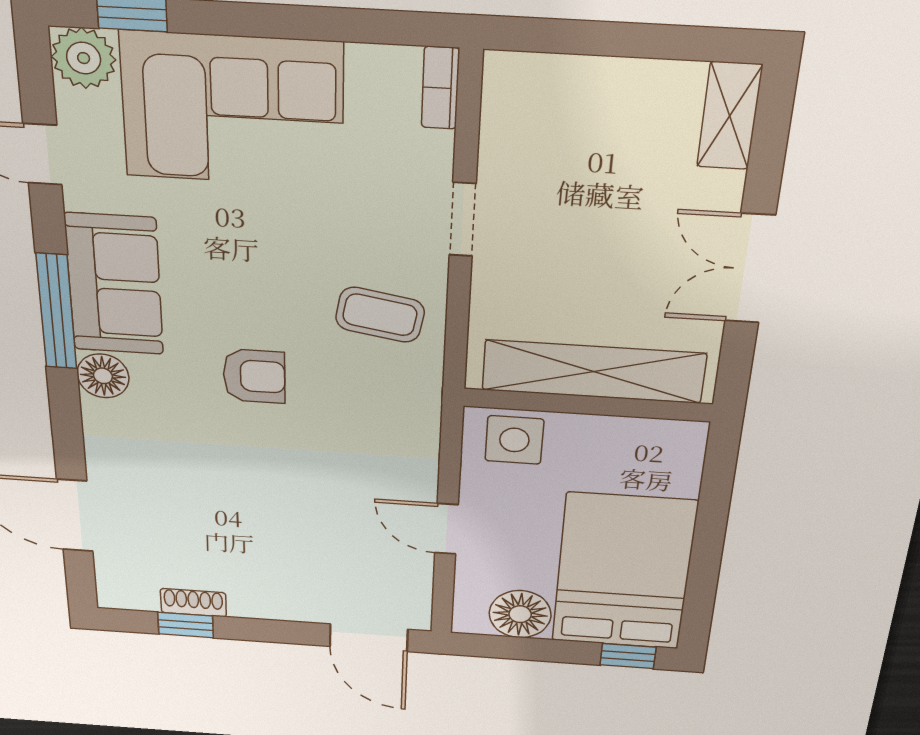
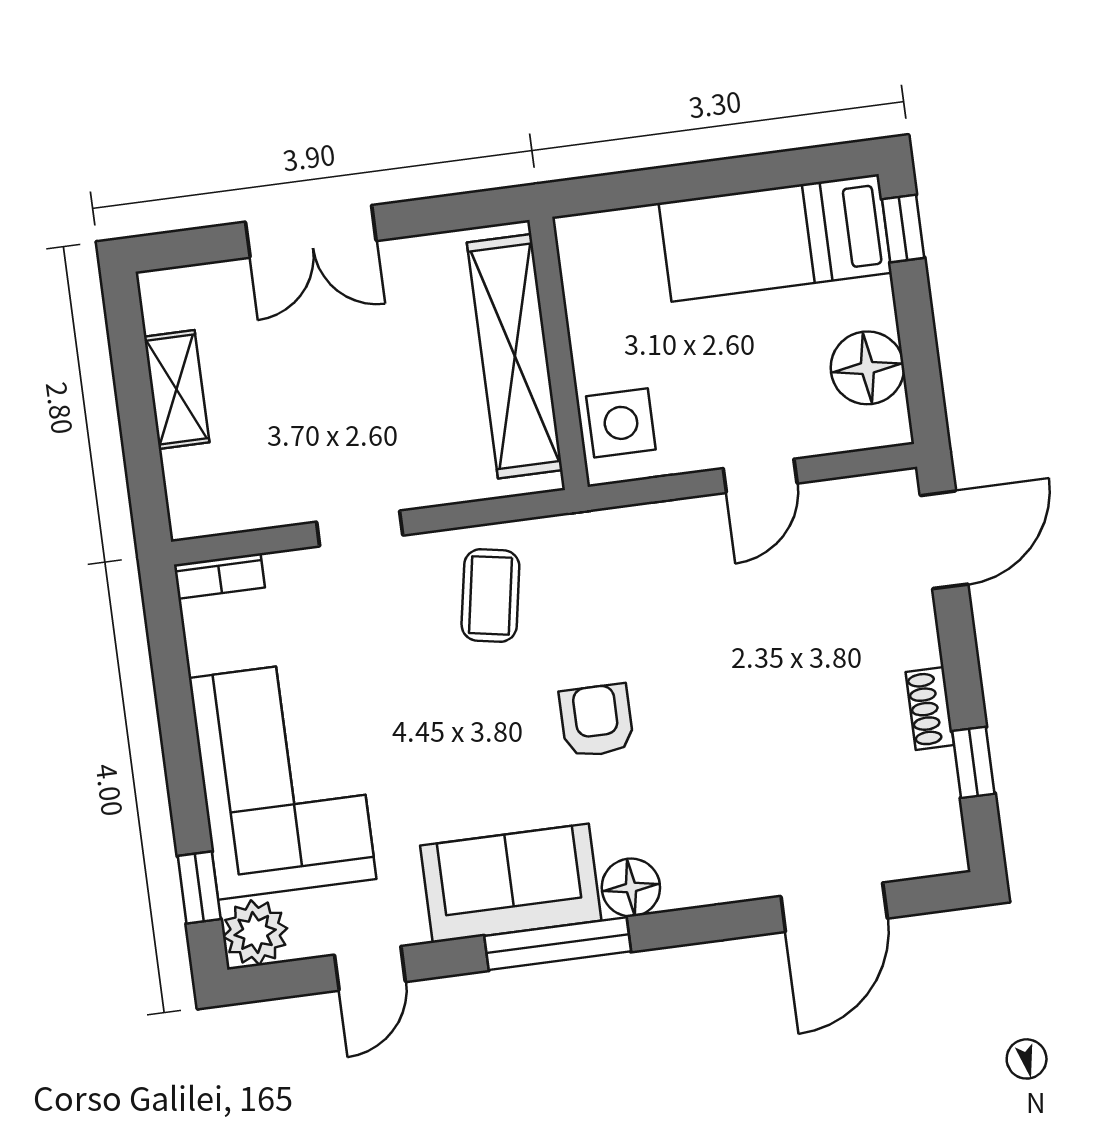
shelving: (730, 116) -> (177, 389), moved, turned 90
double door: (750, 269) -> (311, 231), moved
bed: (624, 572) -> (775, 238), width x0.67
shoe rack: (193, 603) -> (930, 708), moved

